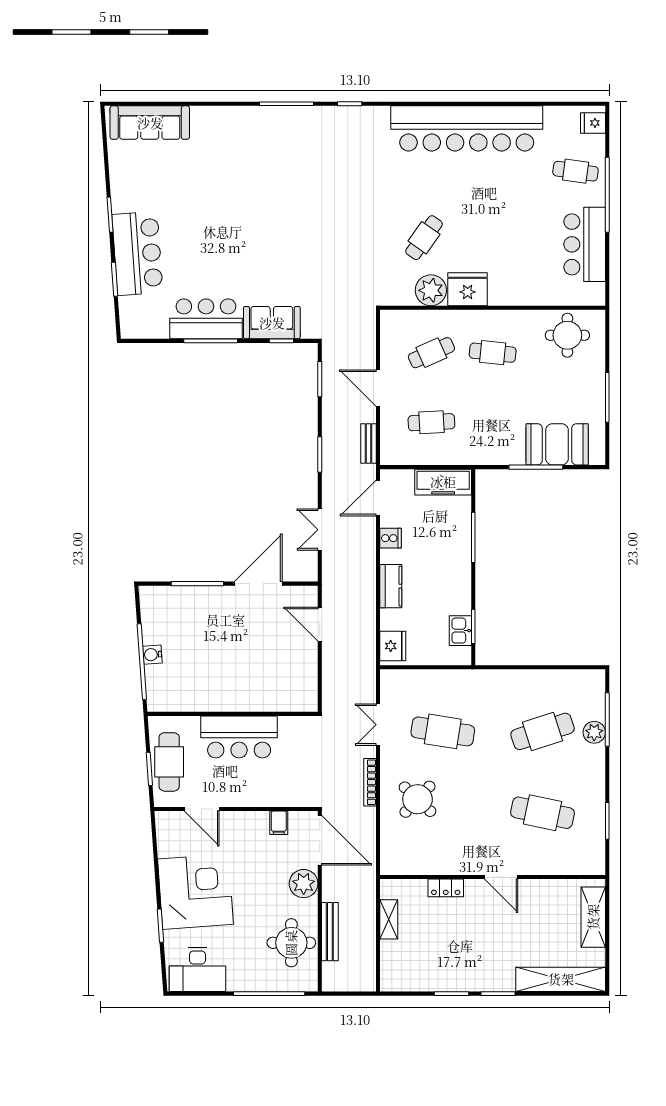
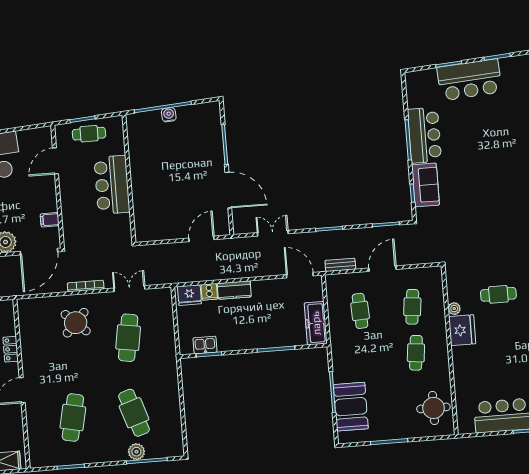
cafe table: (424, 238) -> (498, 294), turned -35
plant: (431, 290) -> (454, 309), width x0.53, depth x0.53
cafe table: (431, 353) -> (412, 307), turned 30
cooker: (391, 538) -> (209, 292), moved
cafe table: (169, 762) -> (89, 134), width x0.73, depth x0.74

